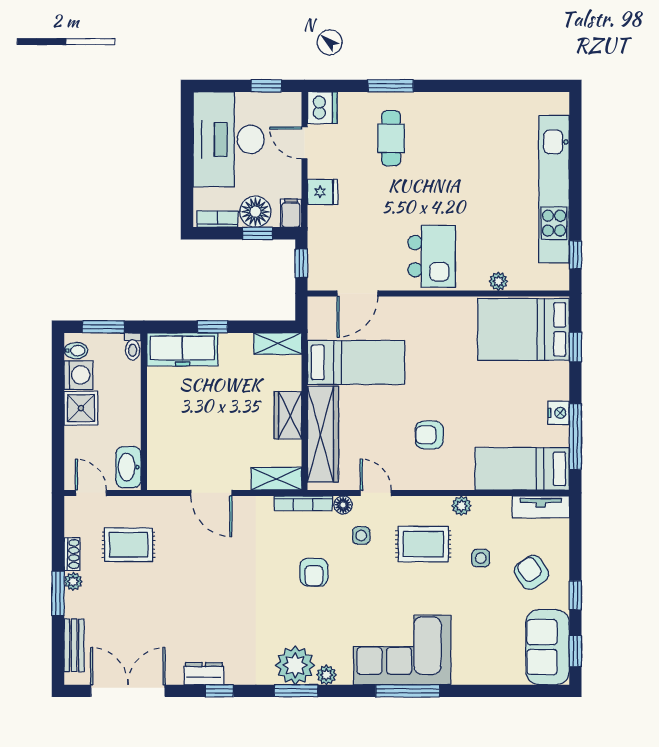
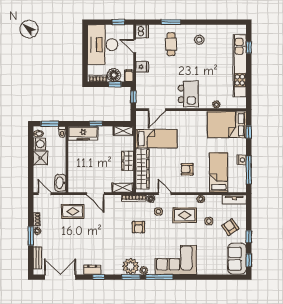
stool: (458, 128) -> (199, 40), added
window: (575, 255) -> (249, 47), moved
bed: (522, 469) -> (219, 173), moved, turned 90
rug: (129, 545) -> (73, 211), moved
window: (408, 691) -> (159, 277), moved

